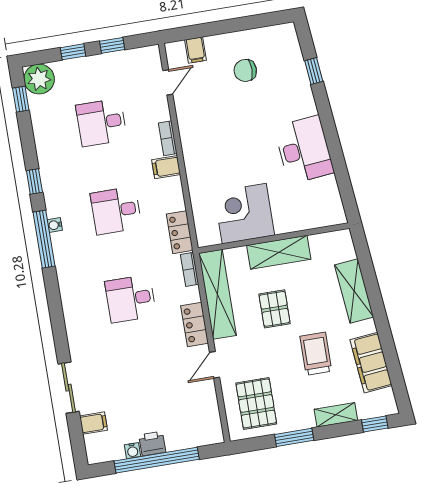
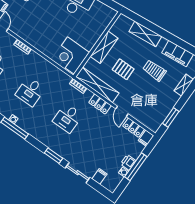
filing cabinet: (166, 167) -> (146, 138), moved
corner desk: (244, 214) -> (71, 56), moved
locker: (180, 232) -> (134, 128), moved
window: (59, 331) -> (53, 156), added
pallet: (256, 403) -> (151, 110), removed
window: (294, 437) -> (171, 117), moved
window: (157, 460) -> (136, 167), width x0.68

